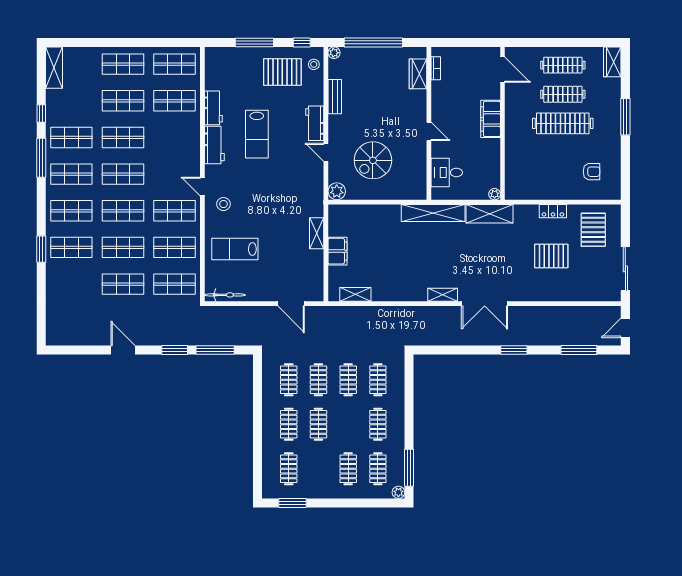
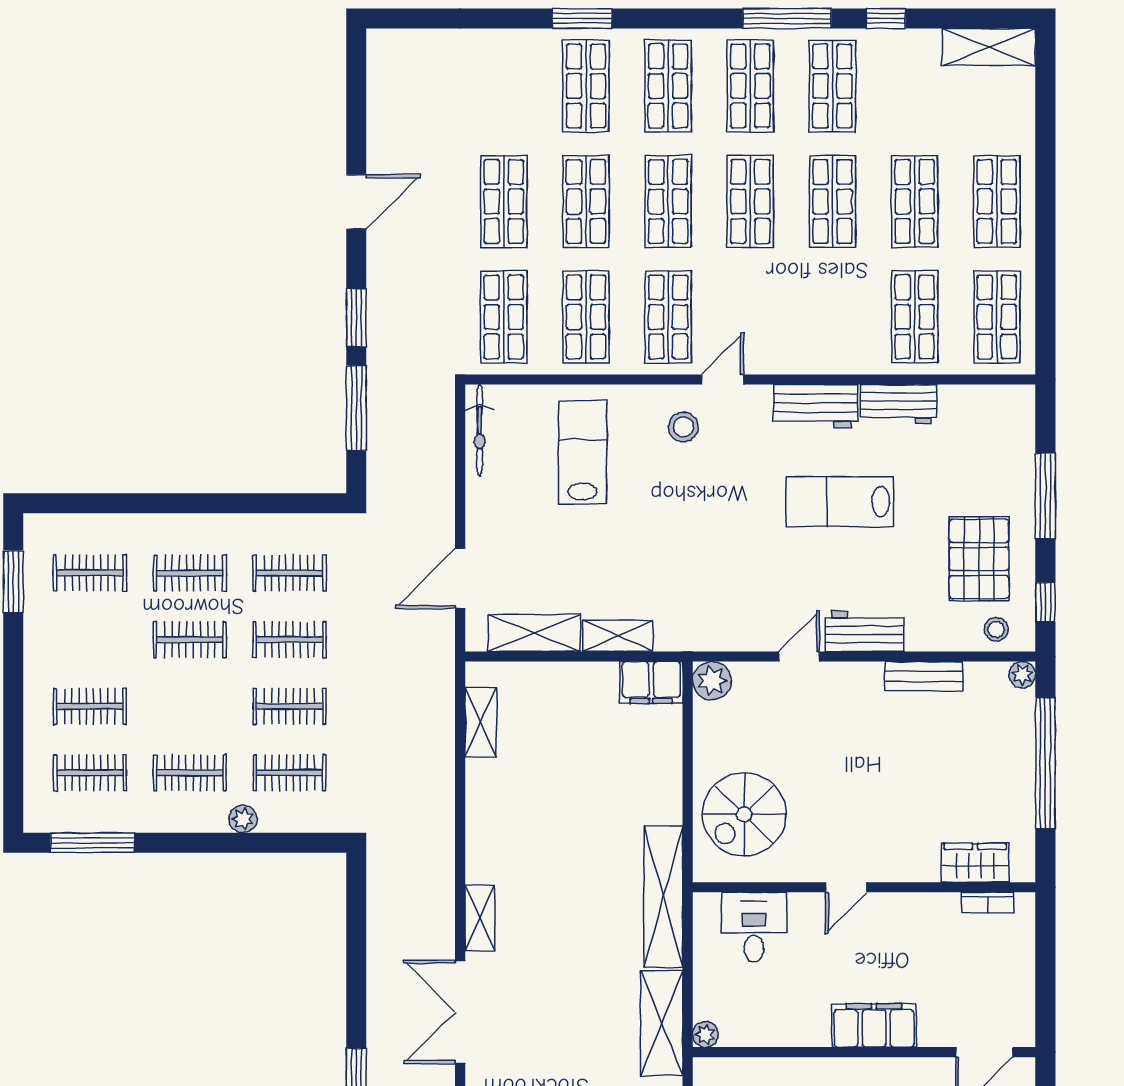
spiral stairs: (373, 160) -> (744, 814), moved, turned -90
filing cabinet: (338, 251) -> (651, 682), moved
shelving: (316, 271) -> (534, 633), added
plant: (398, 492) -> (243, 819), moved

